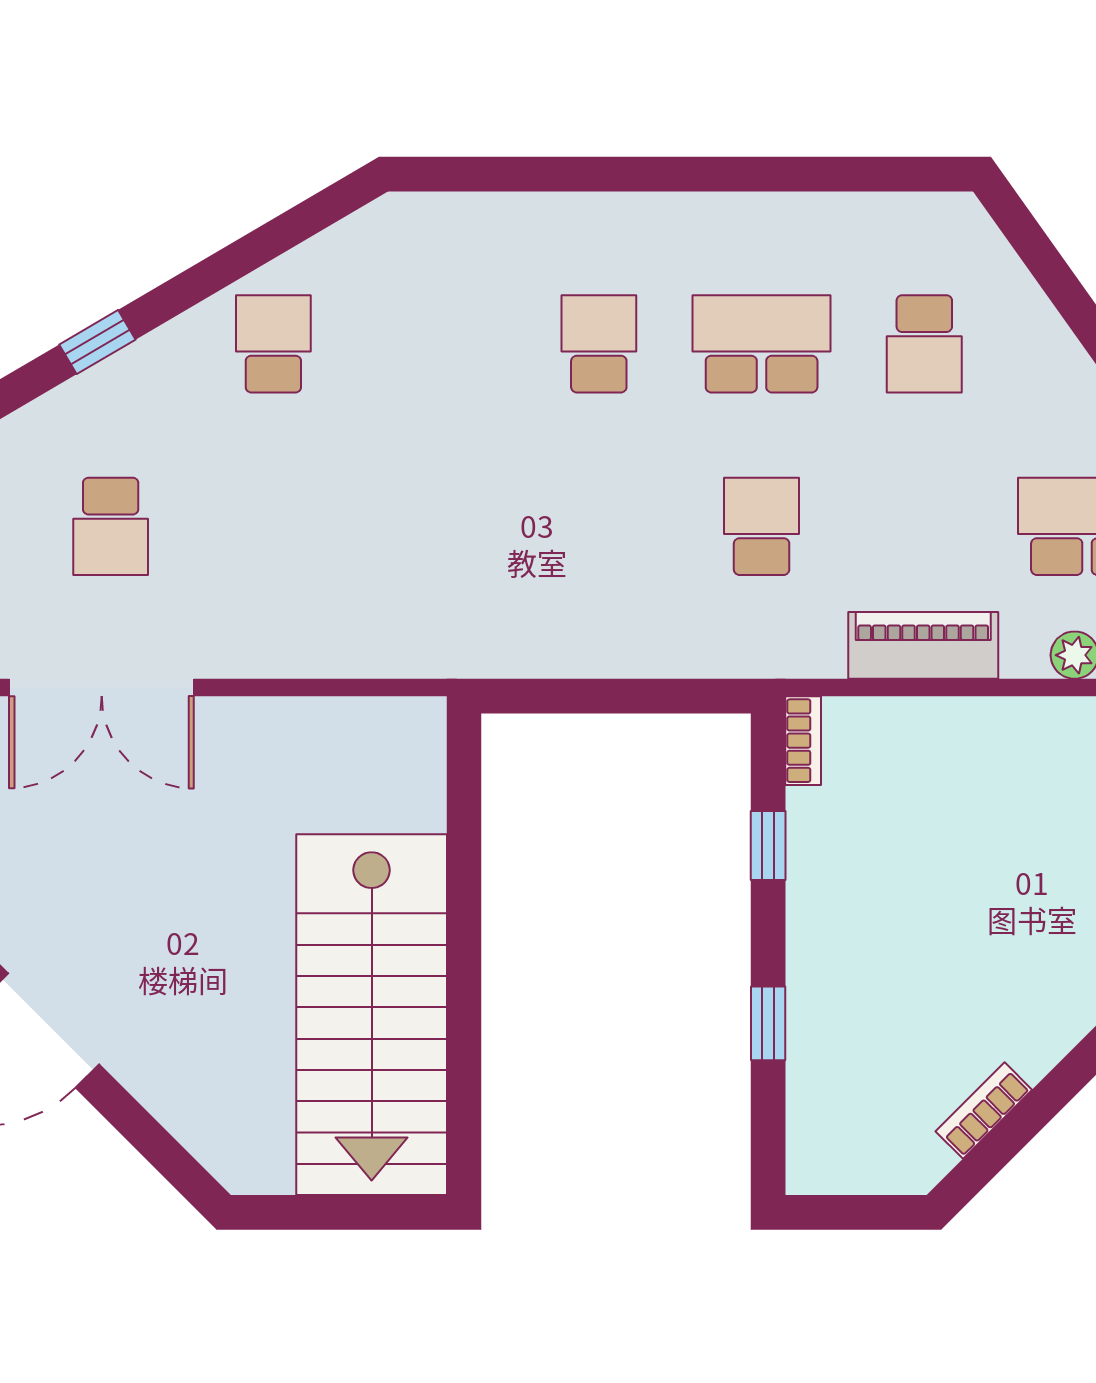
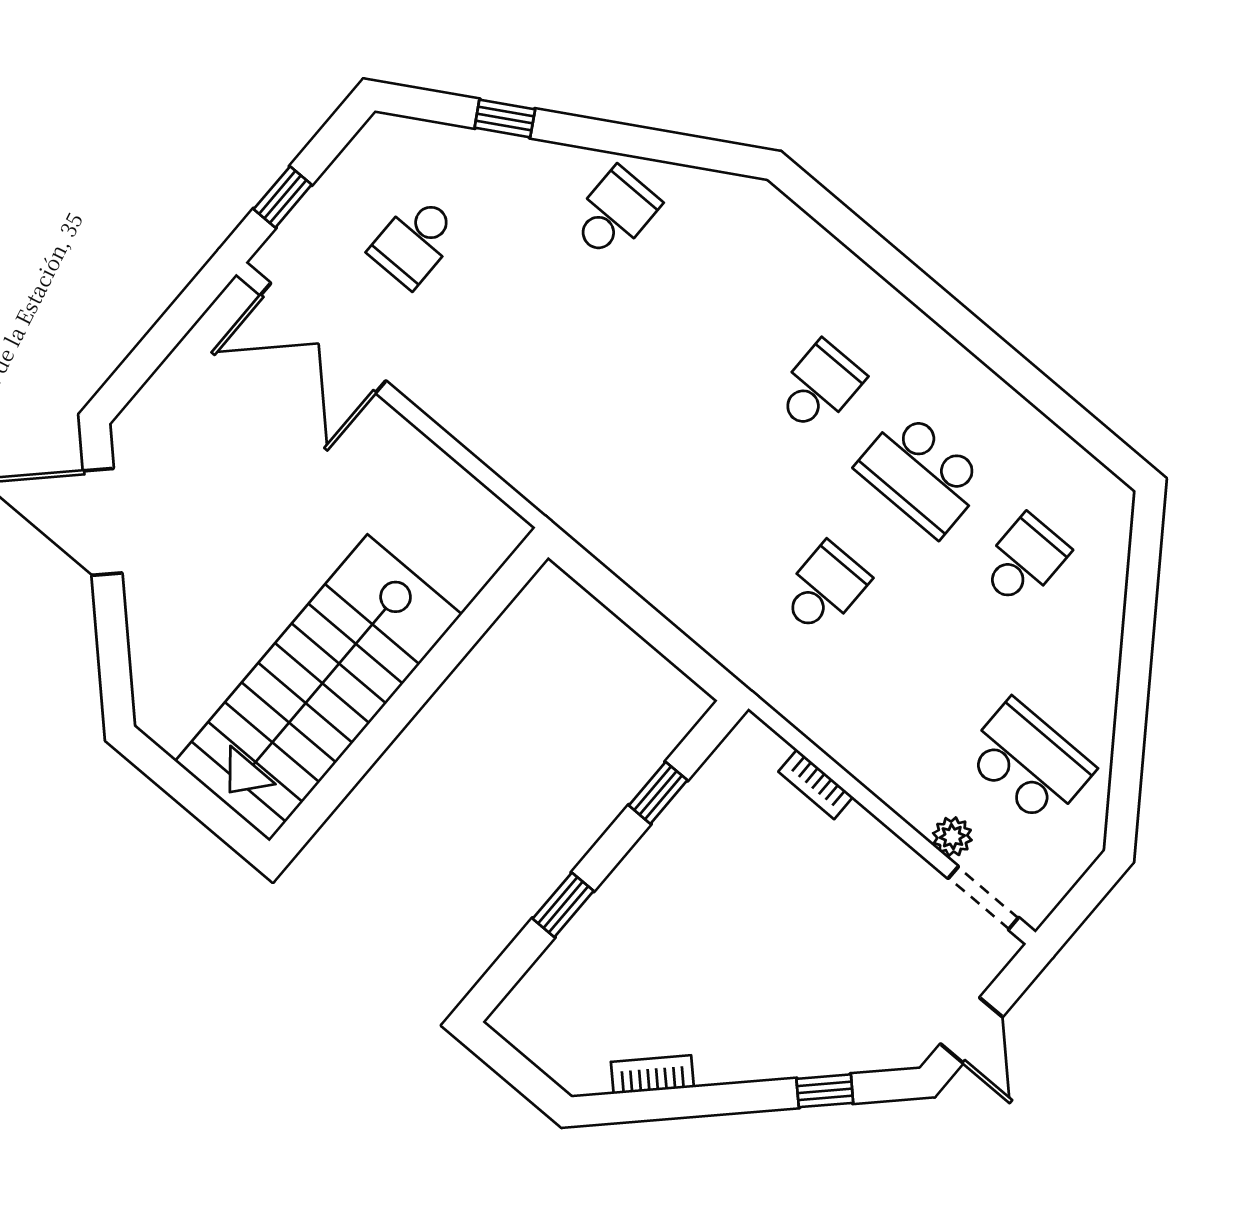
school desk: (762, 344) -> (922, 474), turned 180
school desk: (924, 344) -> (1024, 561), turned 180
piano: (923, 645) -> (862, 750), removed
bookcase: (803, 741) -> (816, 784), moved, turned 90

